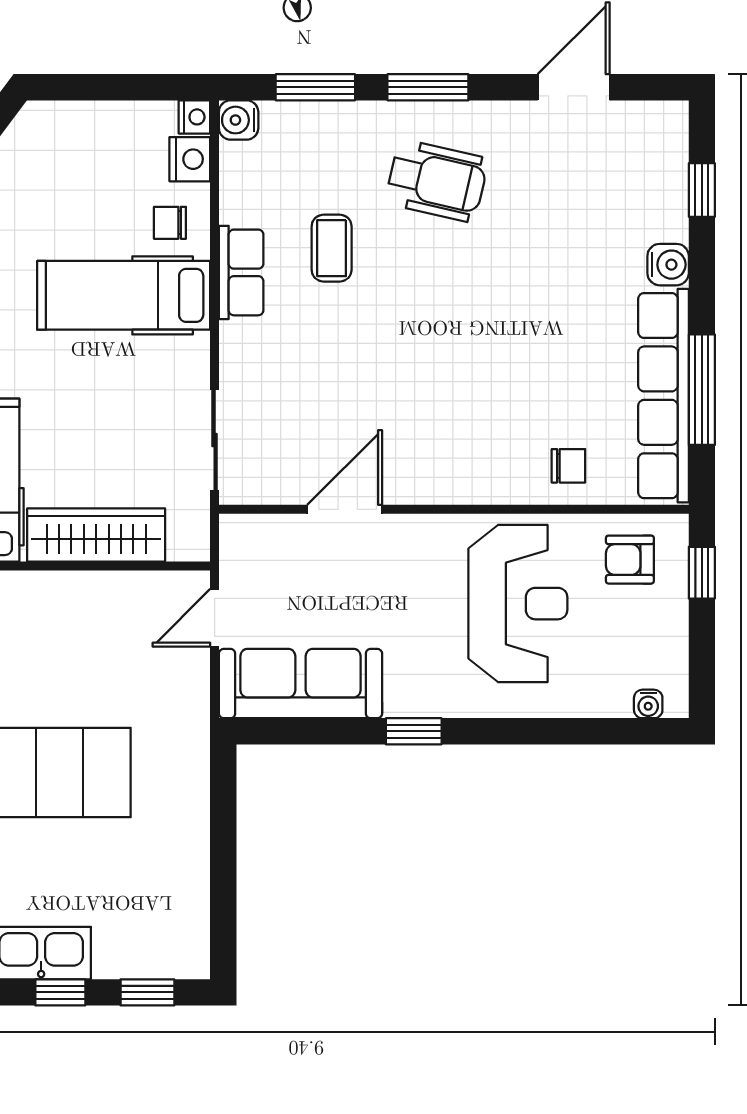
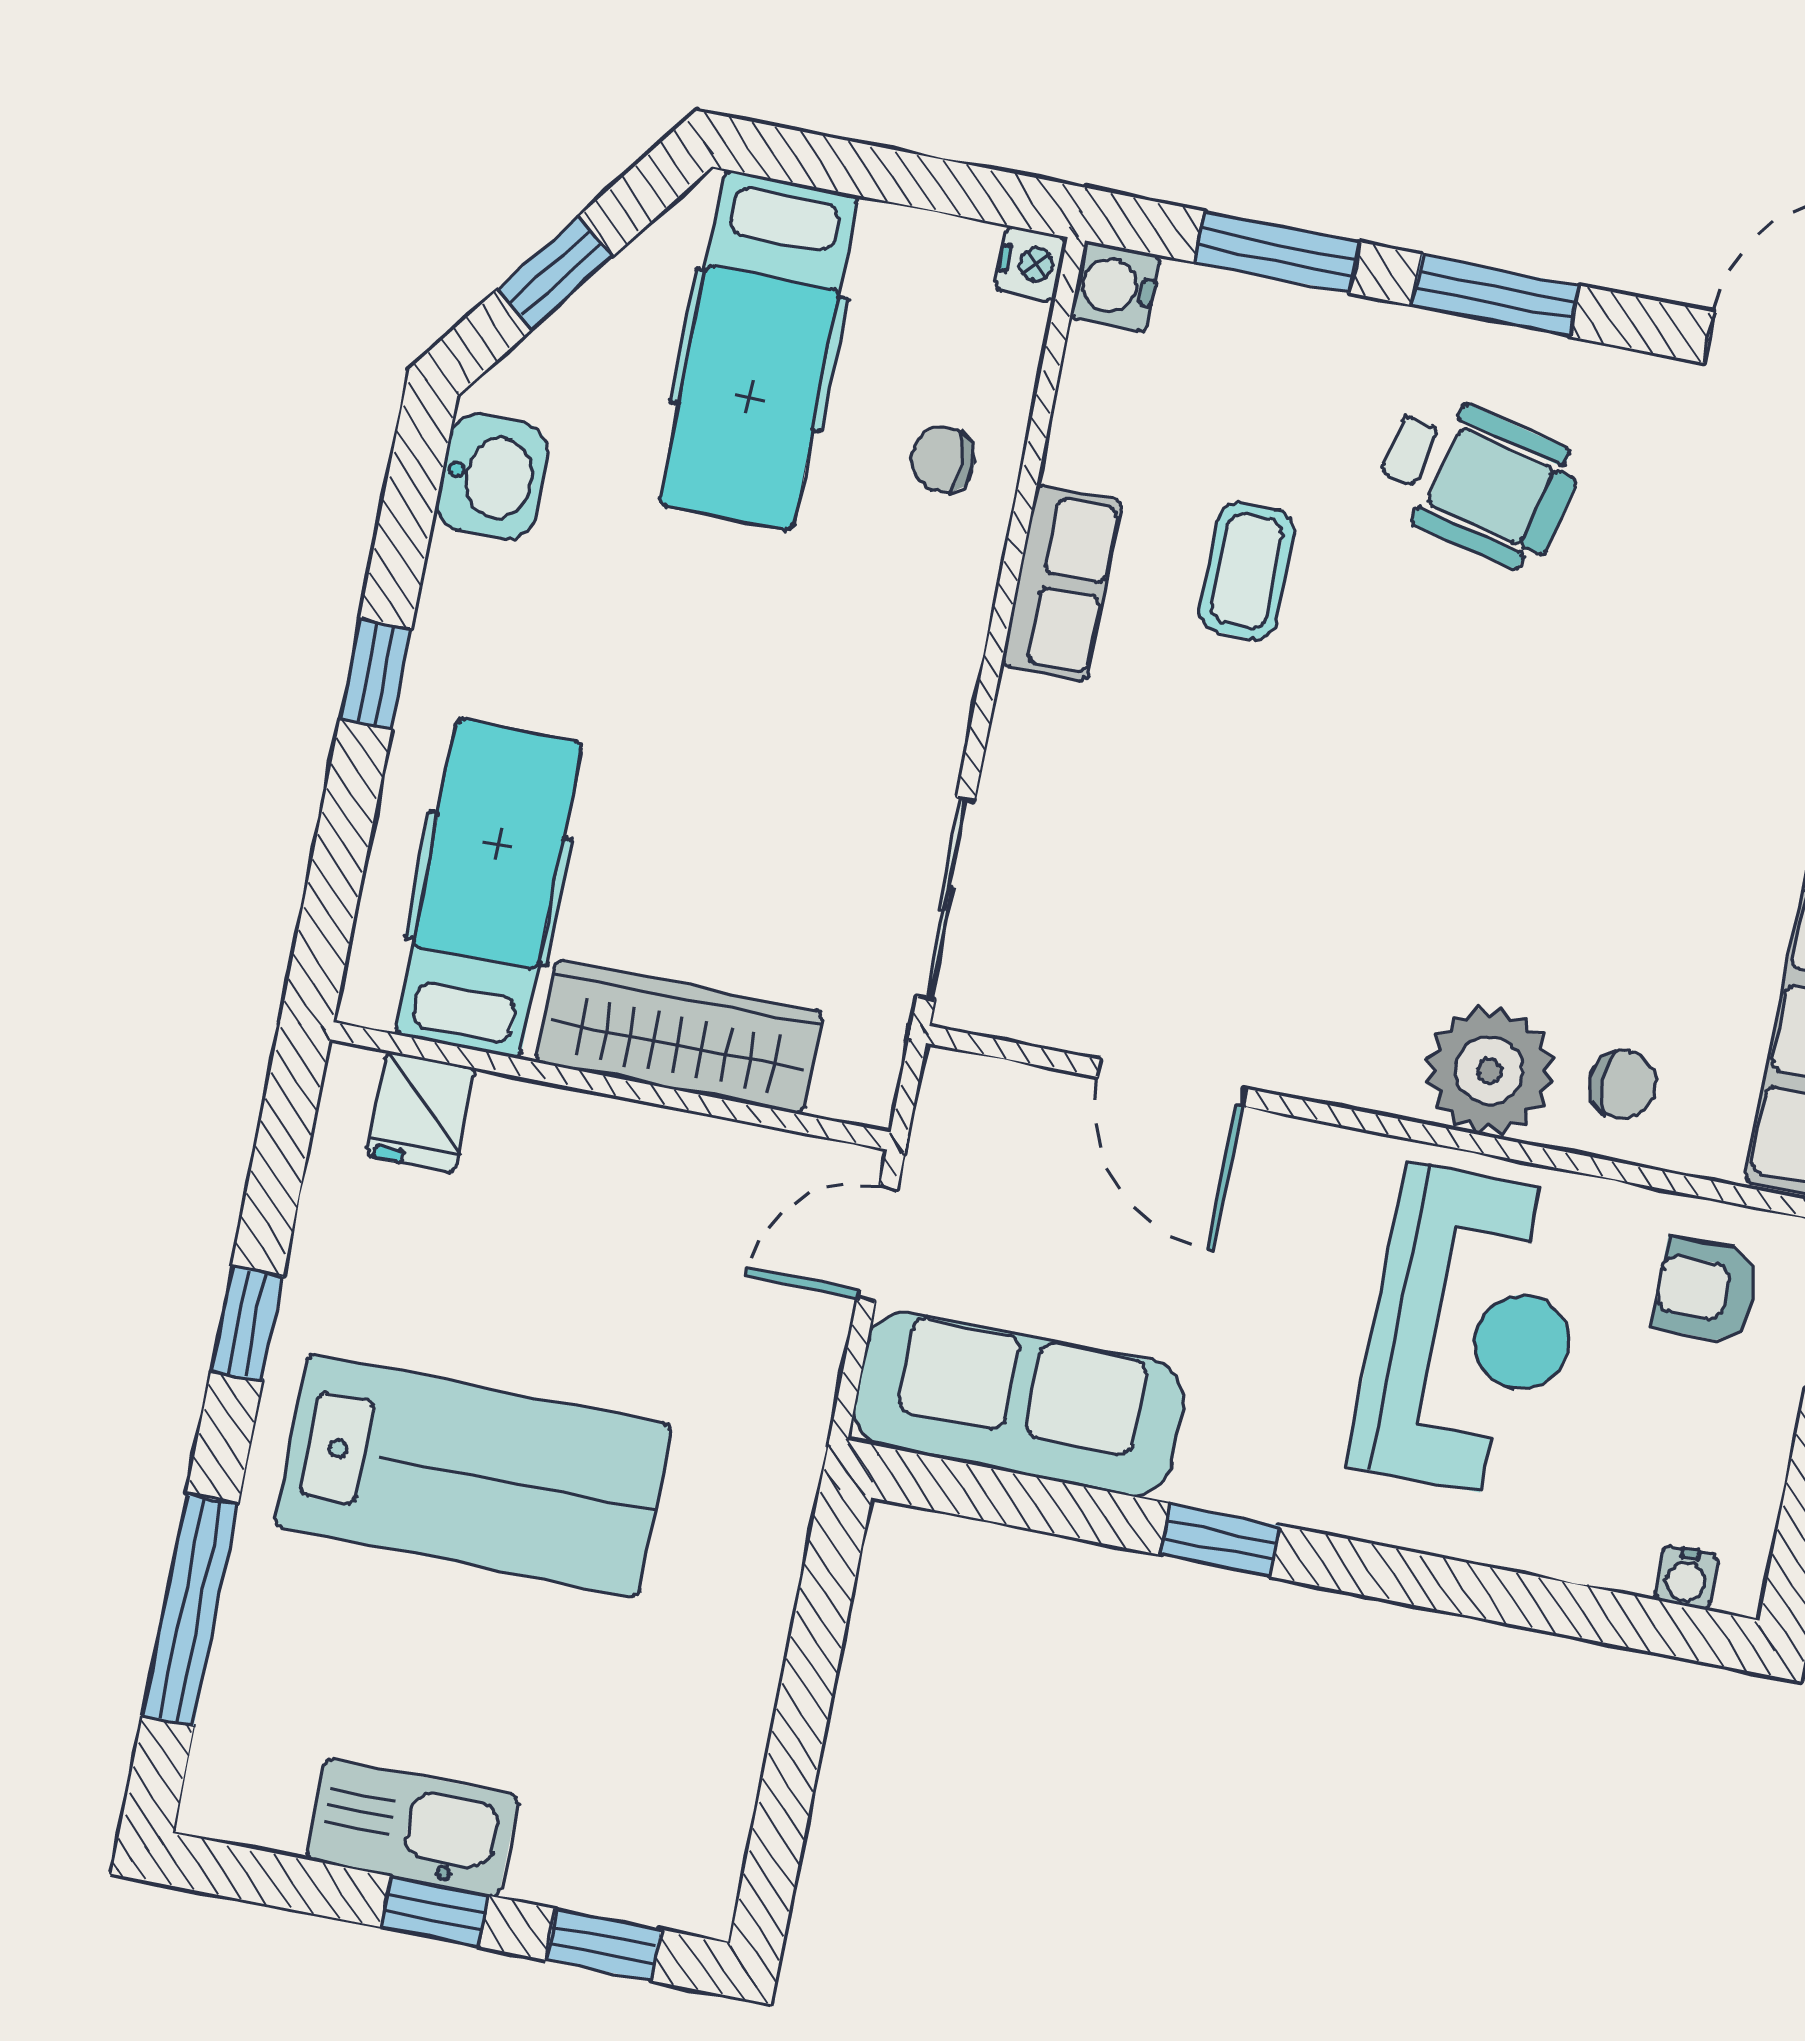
nightstand: (190, 159) -> (1006, 344), removed
hospital bed: (124, 295) -> (759, 350), moved, turned -90
plant: (501, 472) -> (1489, 1071), added
door: (345, 509) -> (1172, 1083), swing flipped

